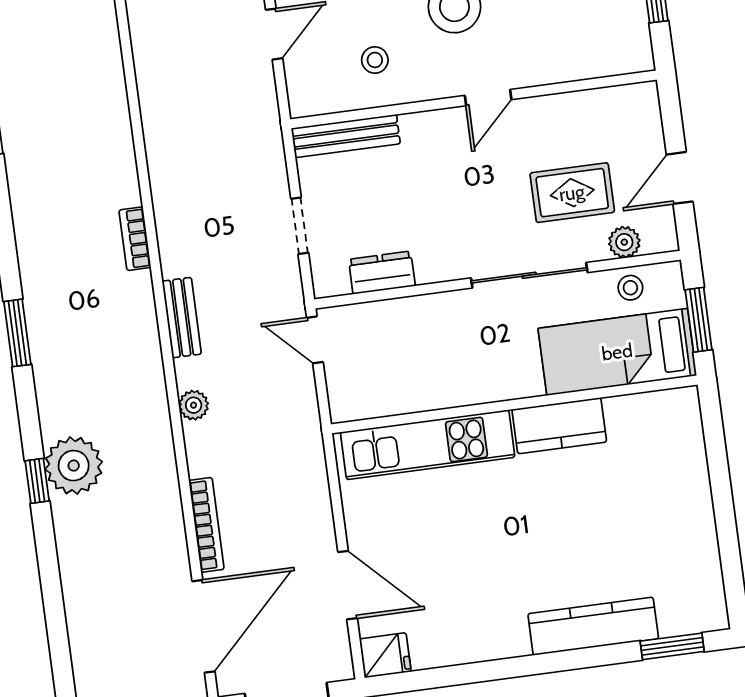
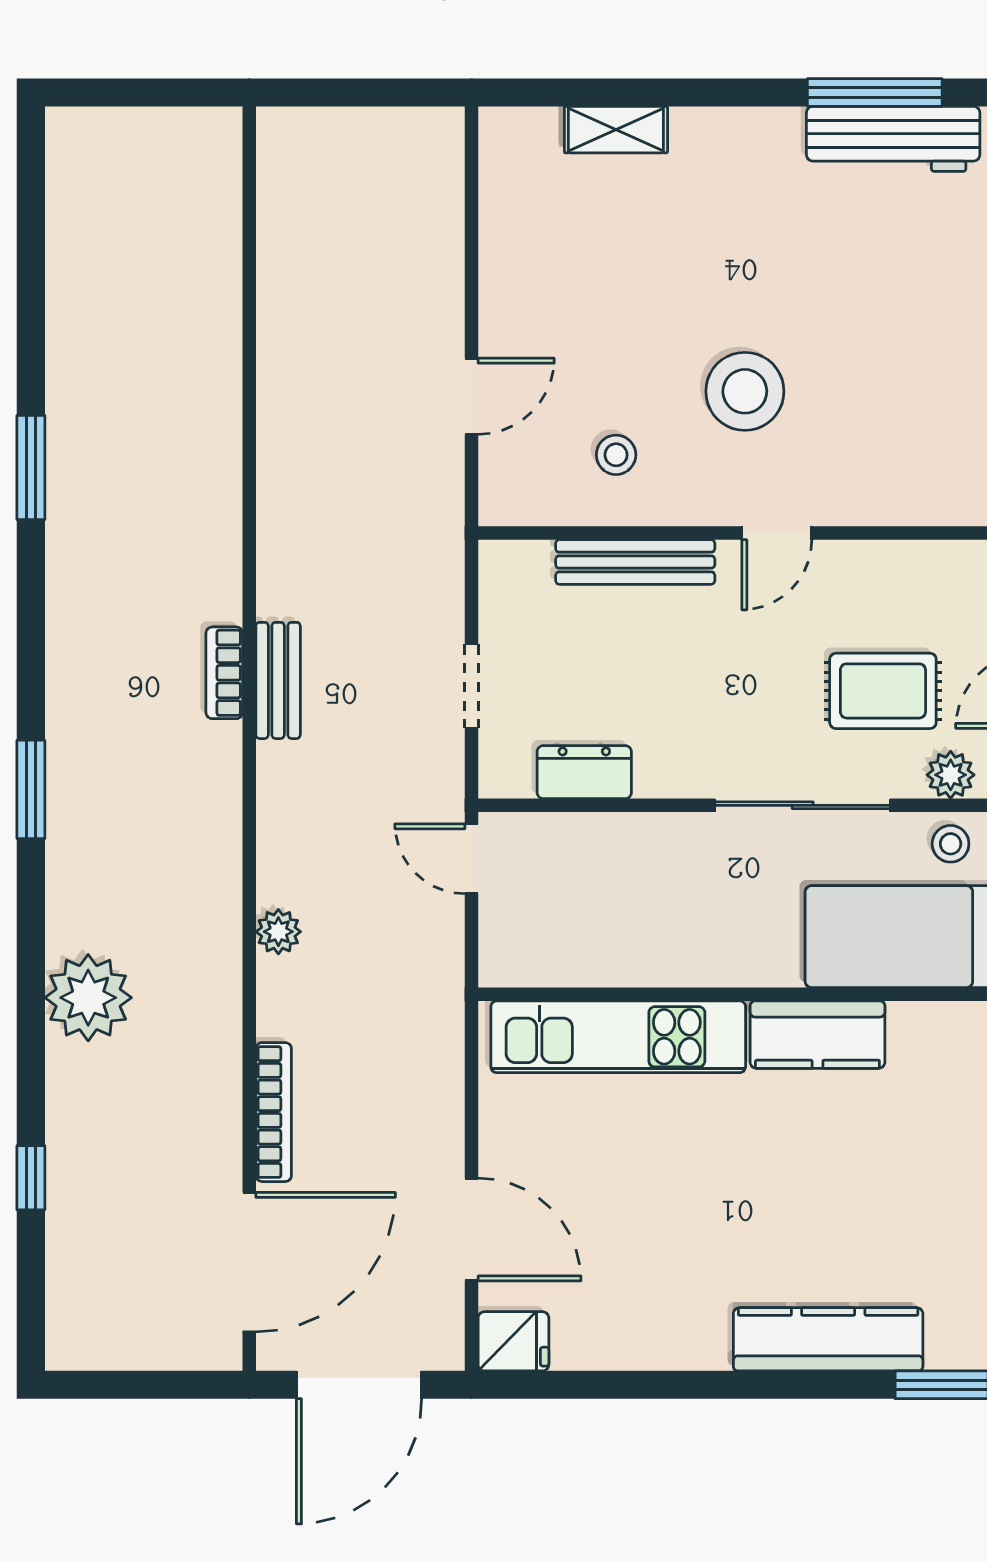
bench: (346, 136) -> (635, 562), moved
bench: (182, 318) -> (278, 680), moved
window: (37, 481) -> (31, 1178), moved

